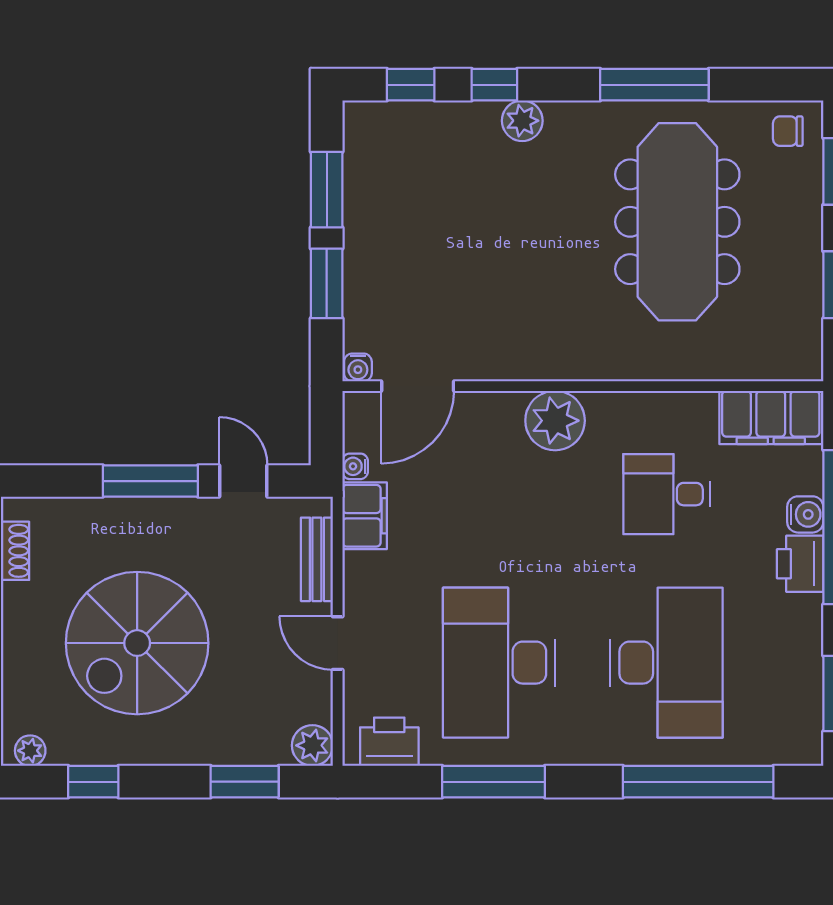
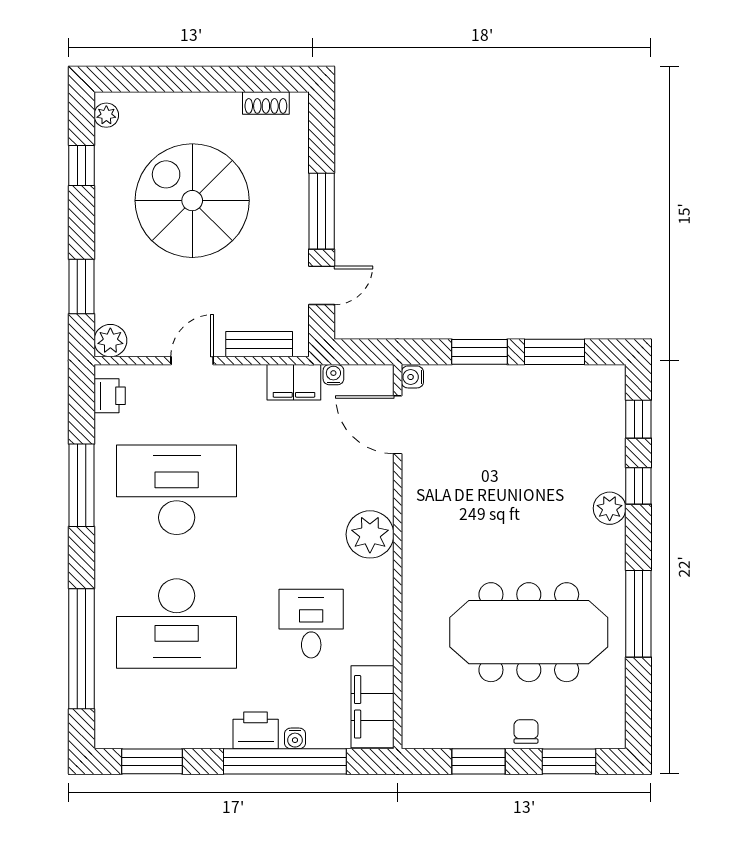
chair: (788, 131) -> (526, 731), moved
water cooler: (805, 514) -> (295, 738), width x0.72, depth x0.72
printer: (389, 742) -> (110, 396), width x0.73, depth x0.81

